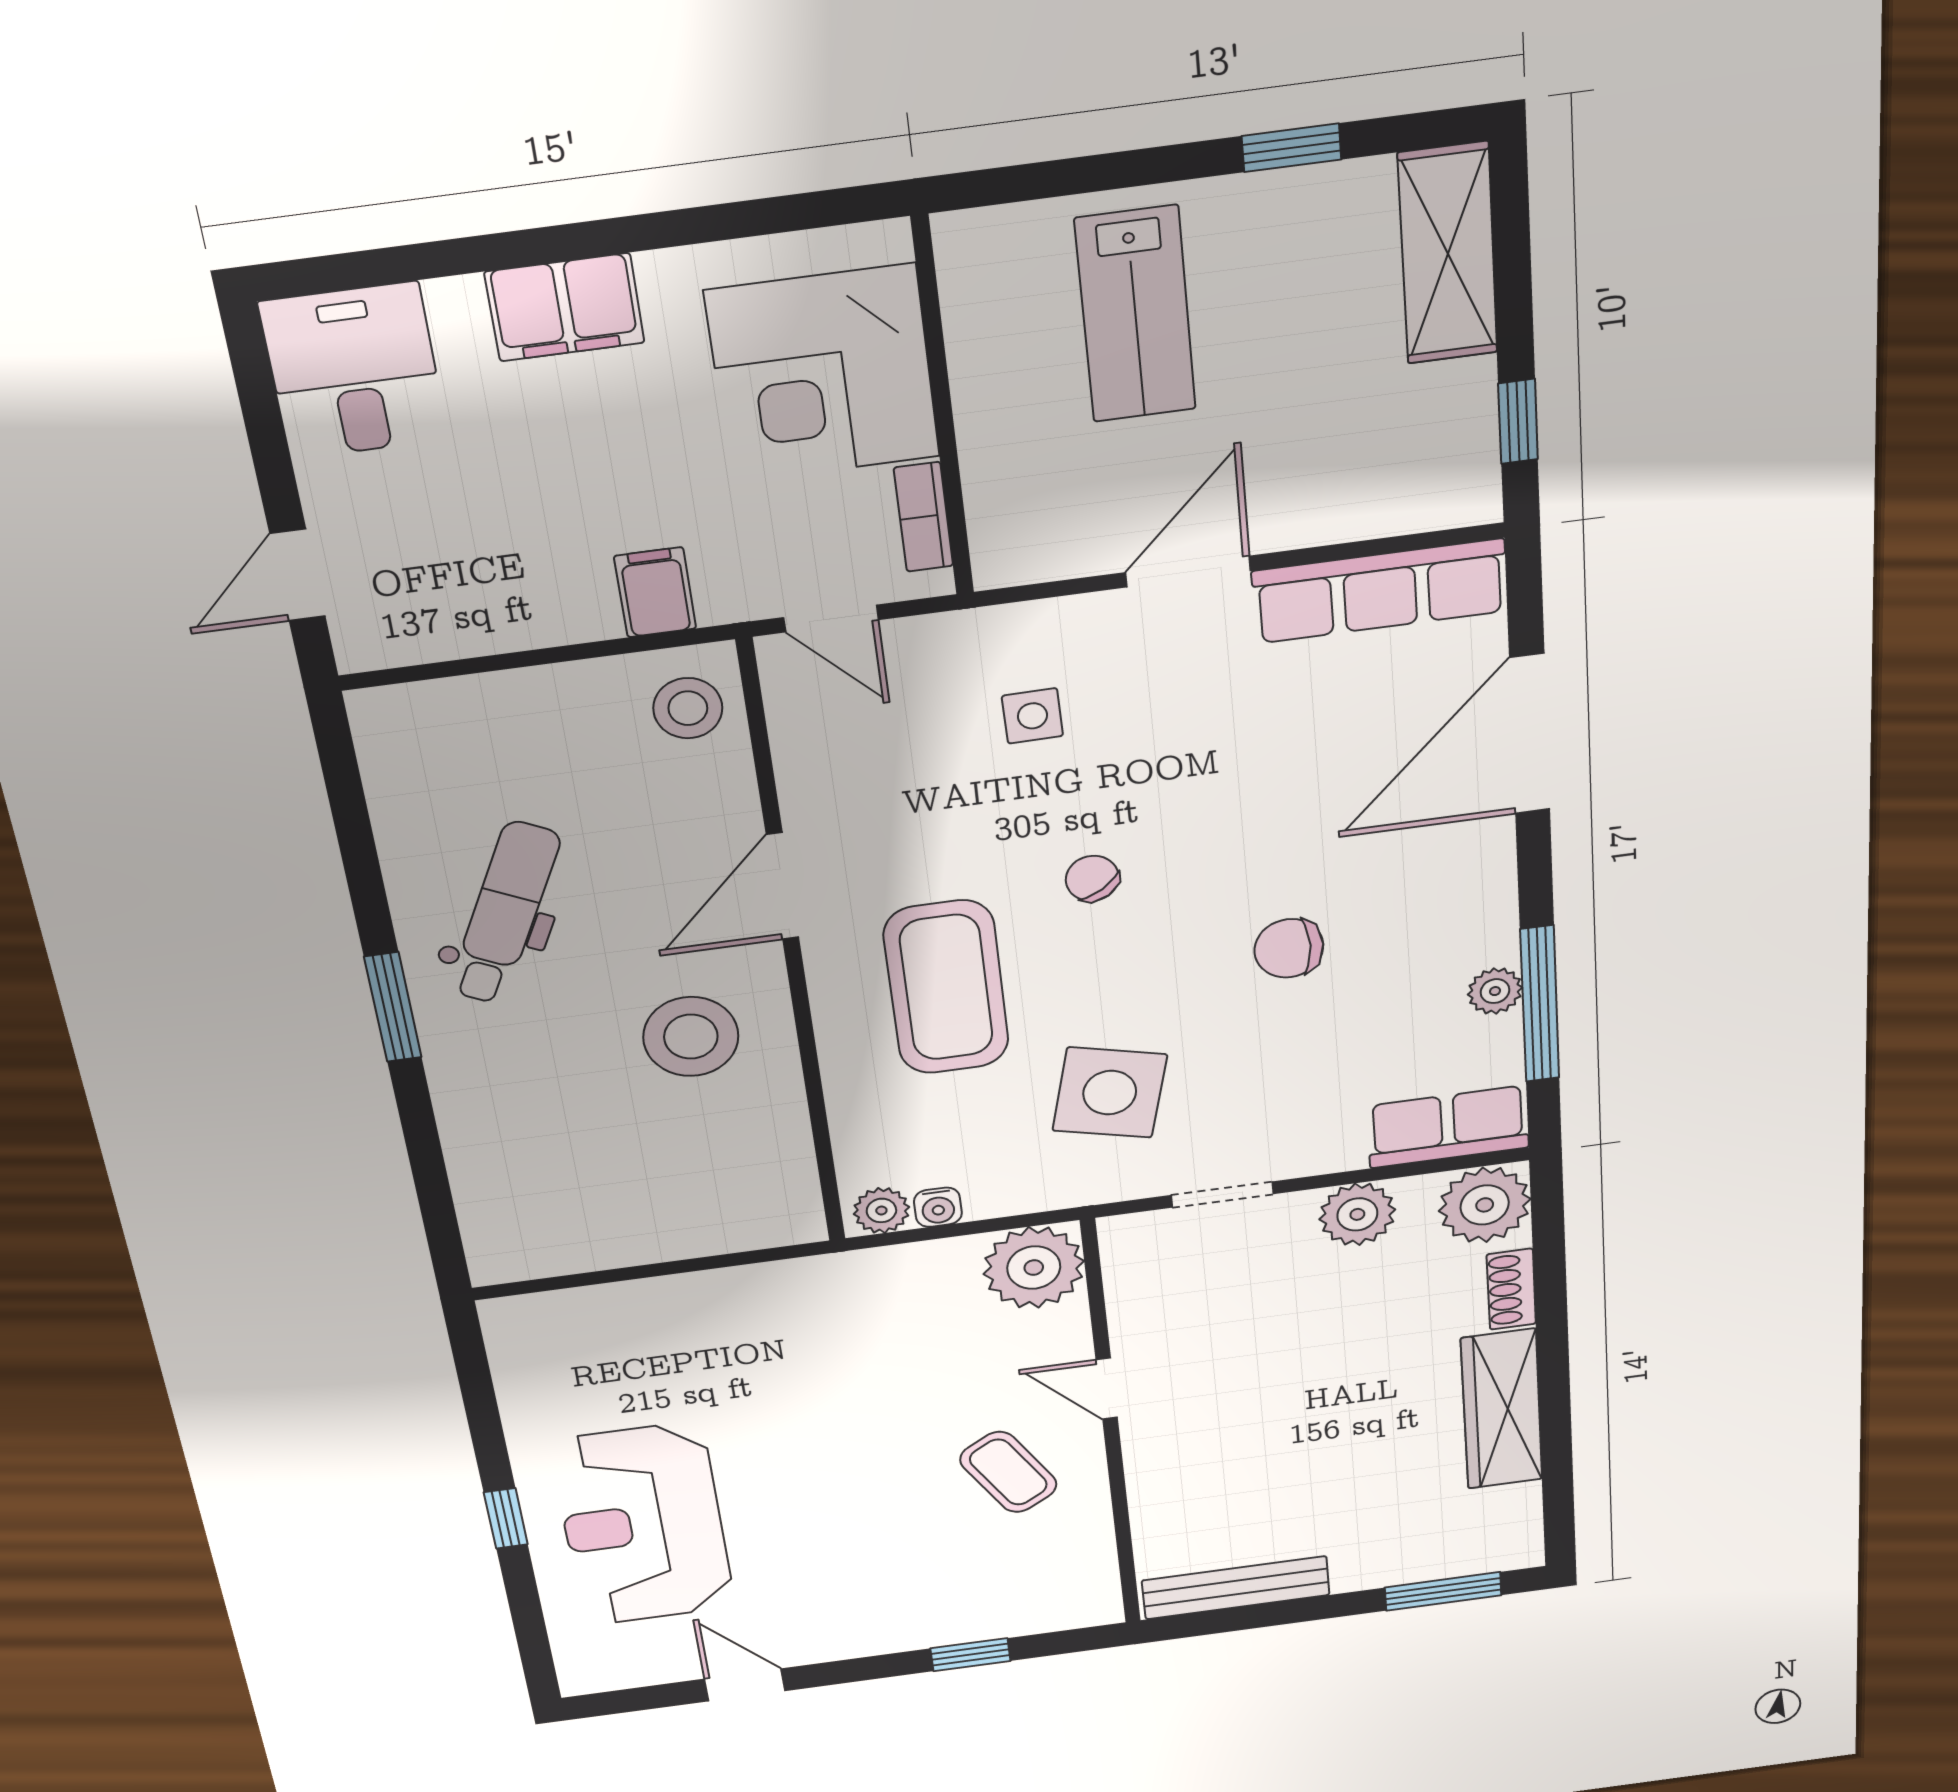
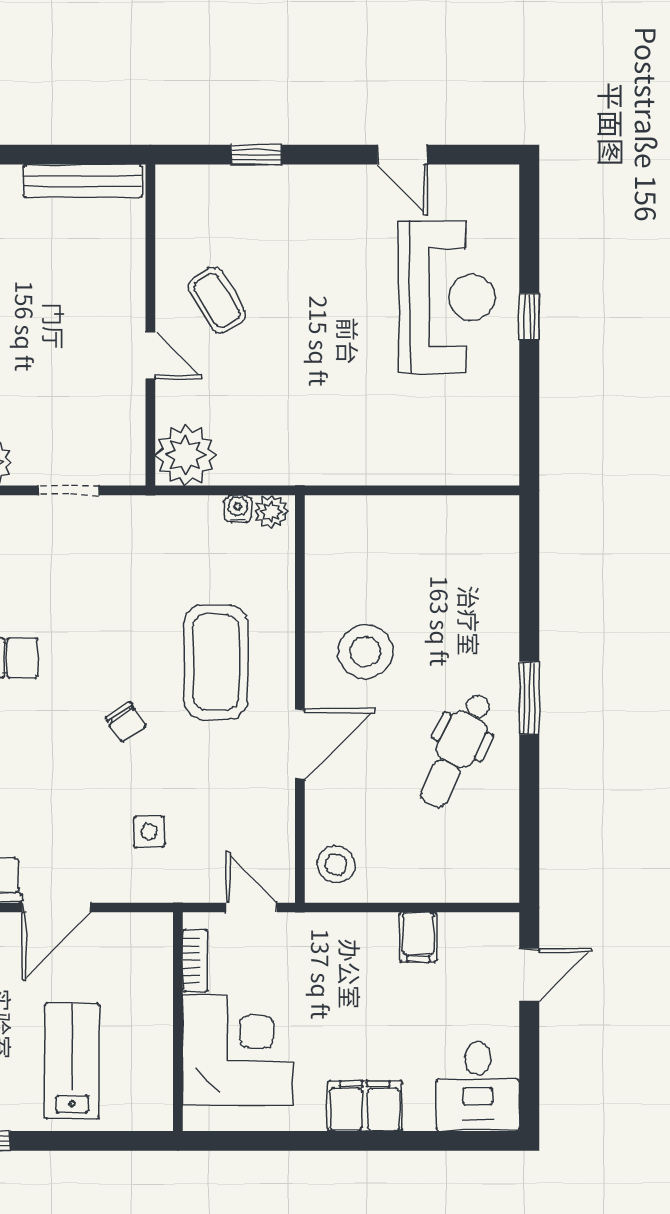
filing cabinet: (655, 592) -> (418, 937), moved
side table: (1110, 1093) -> (129, 574), removed

